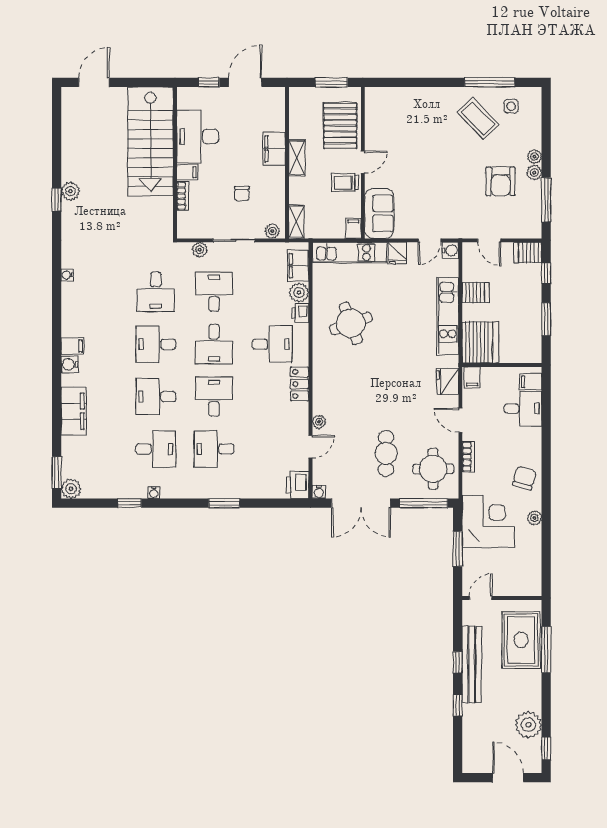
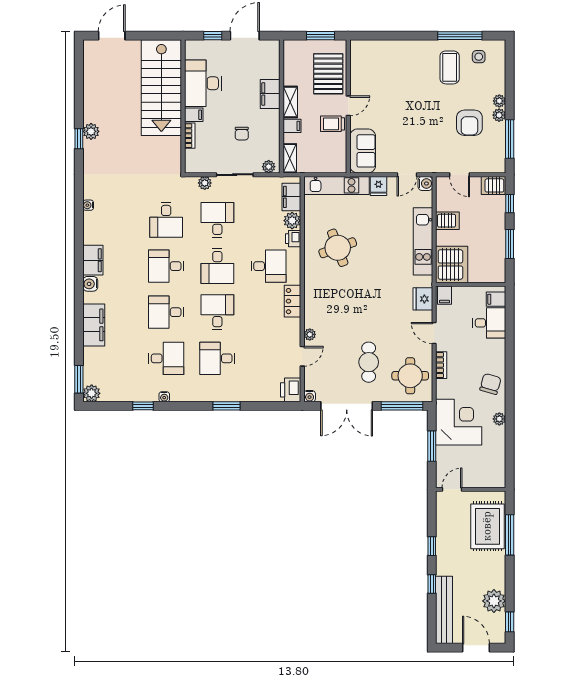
coffee table: (478, 118) -> (450, 67), turned 44
filing cabinet: (353, 228) -> (292, 126), moved, turned 90
filing cabinet: (73, 346) -> (93, 260), width x2.00
bench: (472, 664) -> (444, 610), moved

